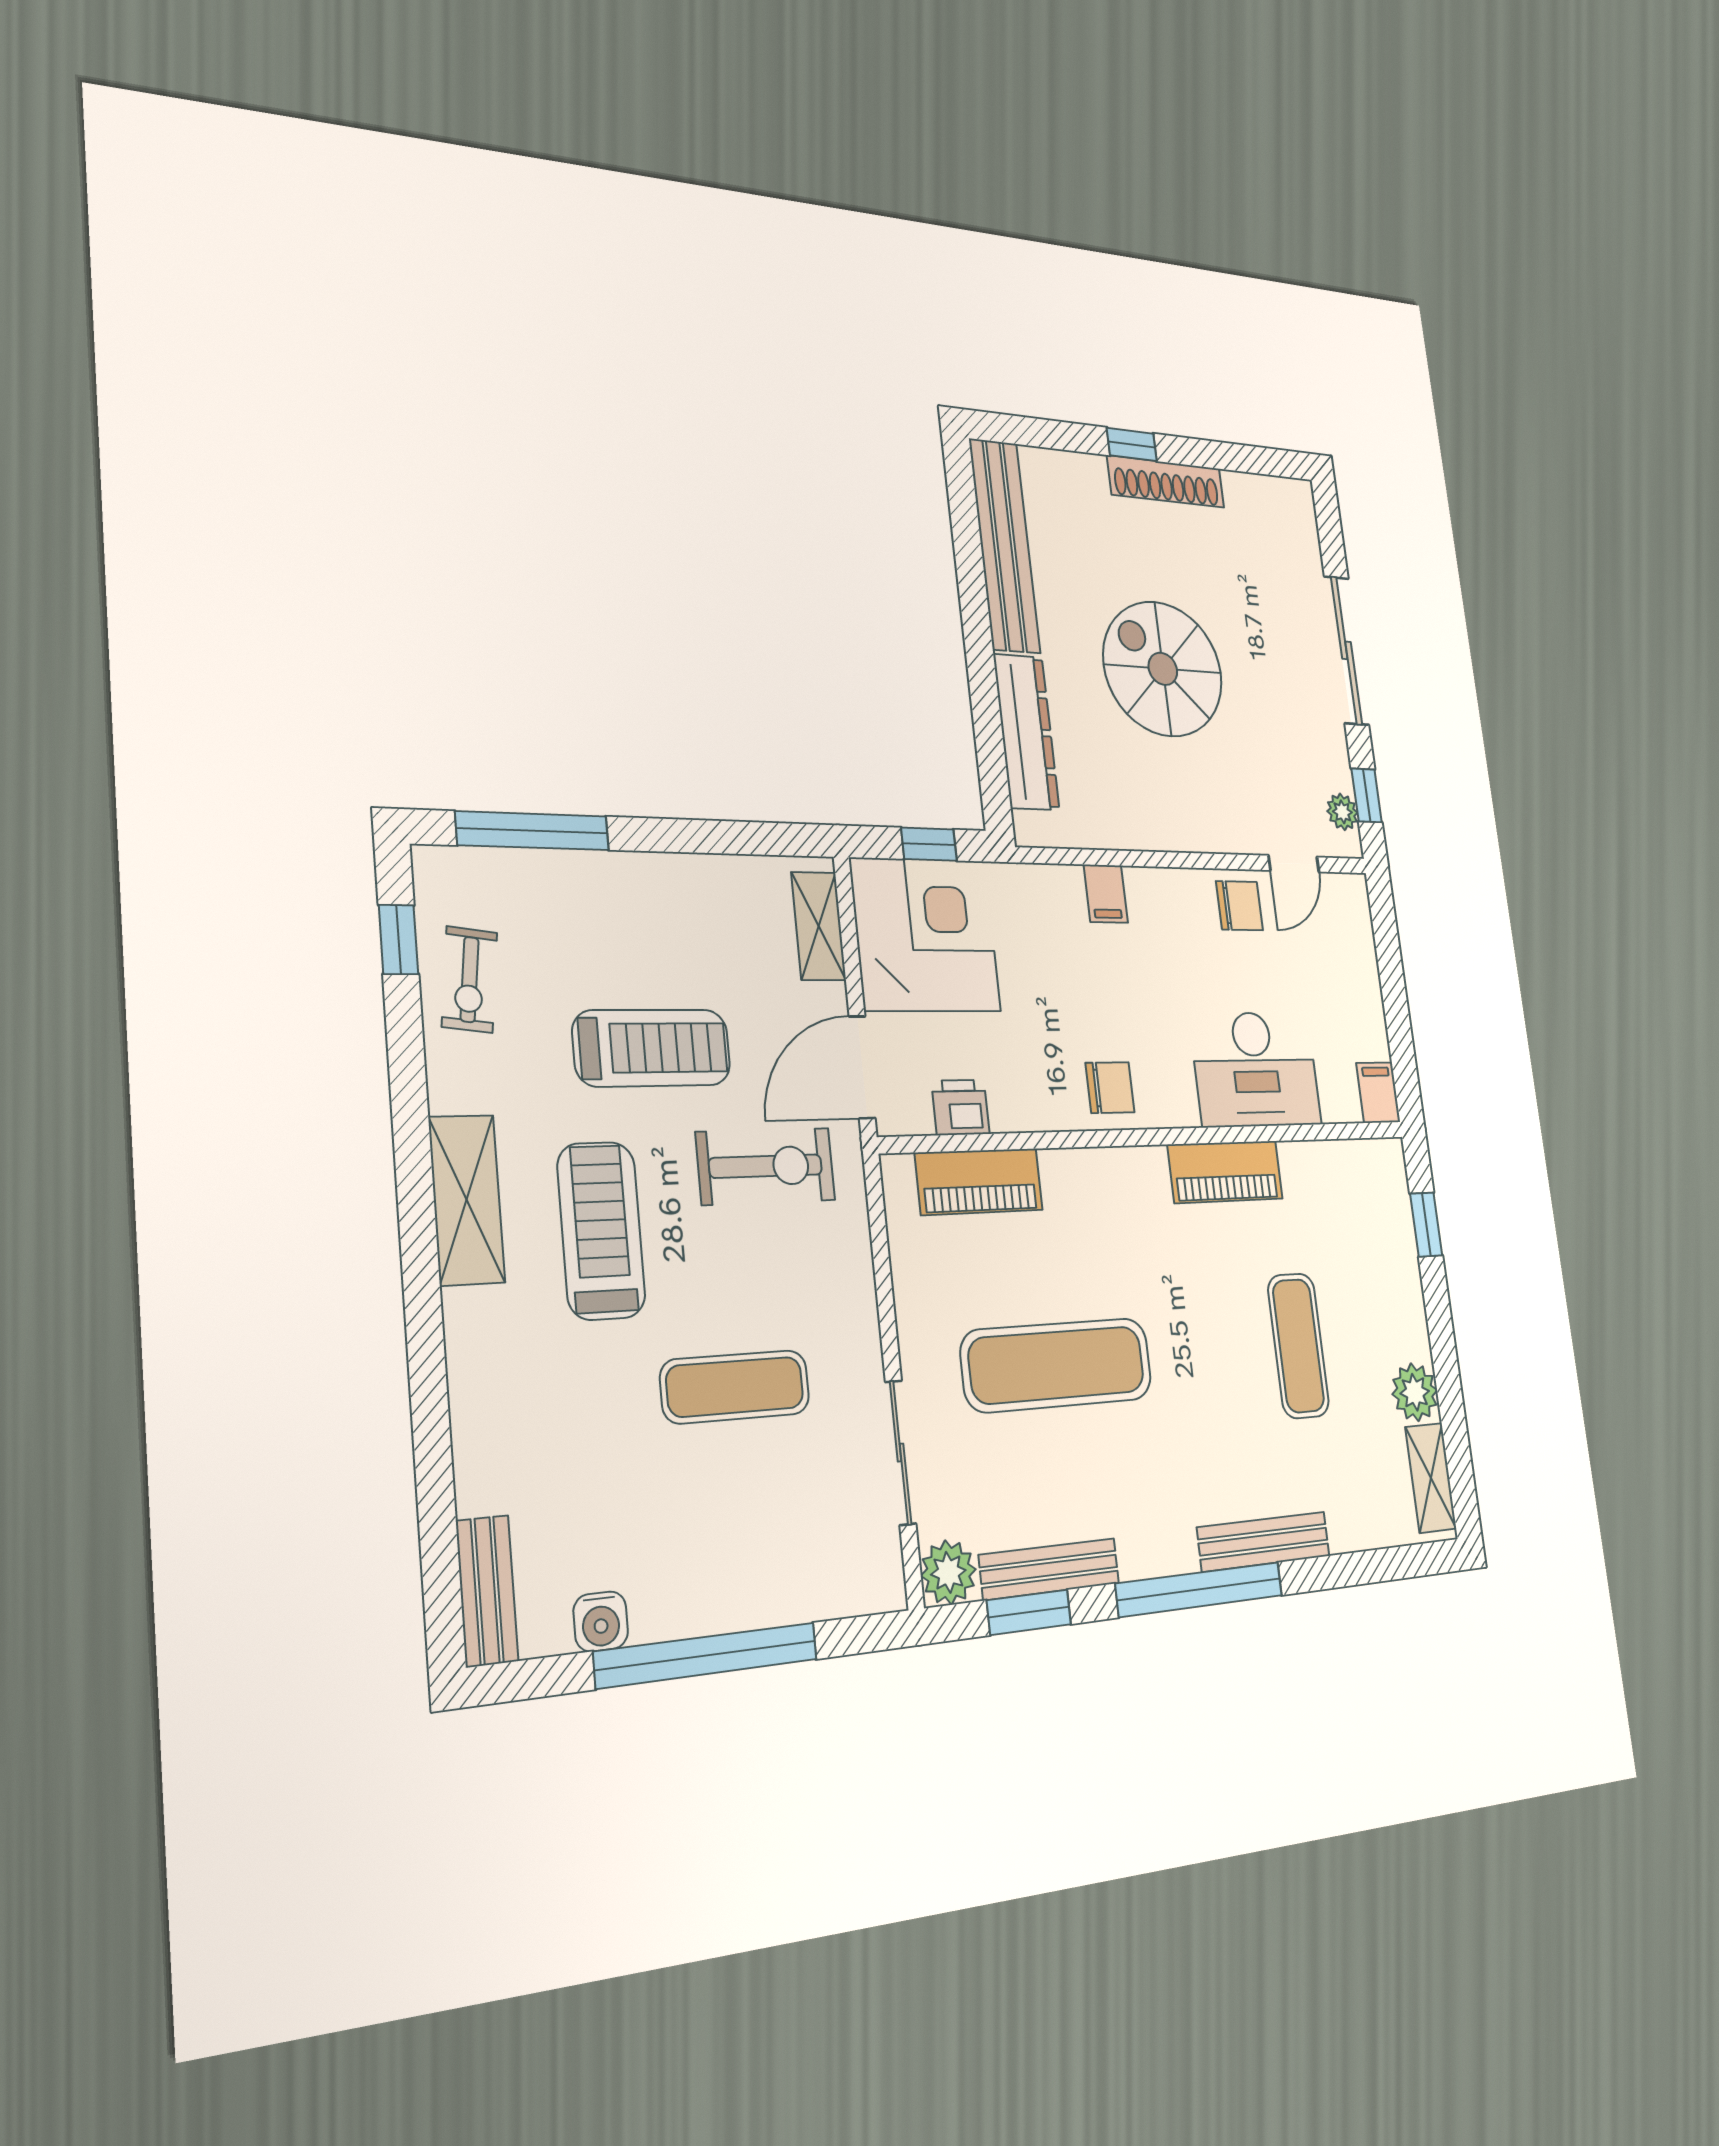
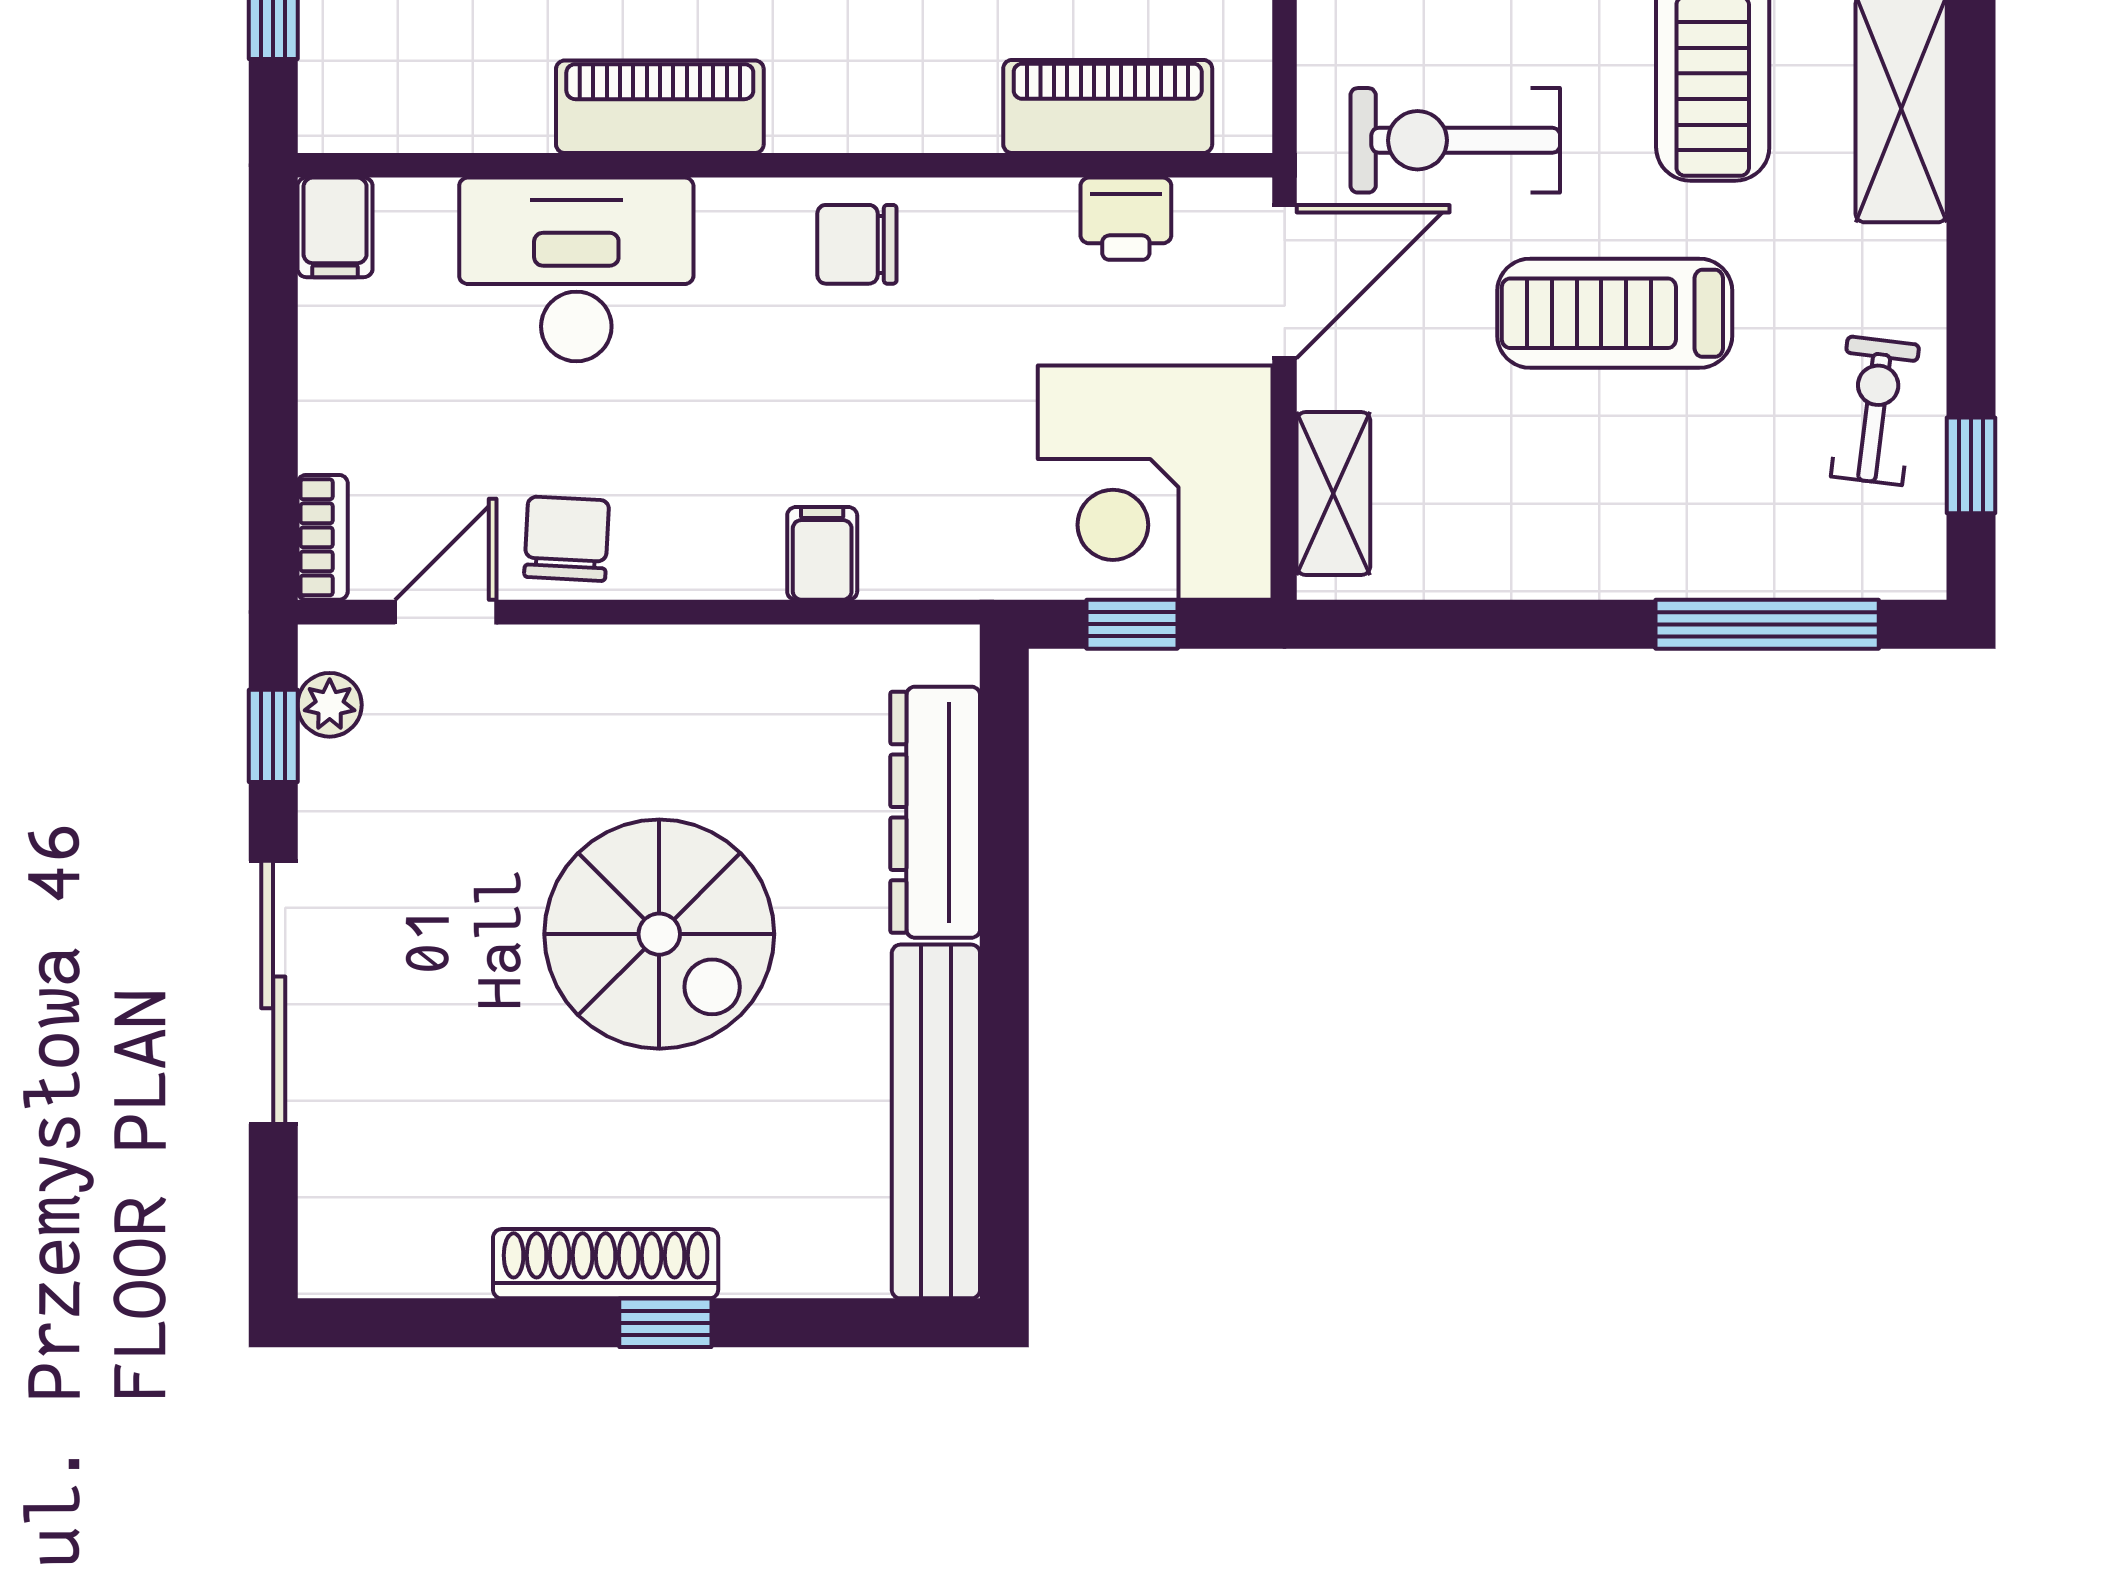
chair: (1239, 906) -> (567, 539), turned 93
bookcase: (1359, 909) -> (323, 537), added

